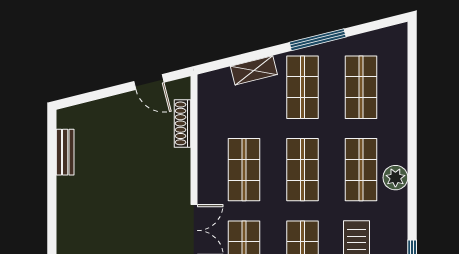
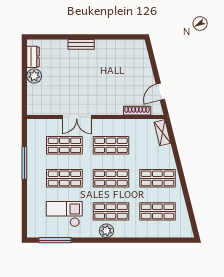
window: (318, 40) -> (184, 187), removed
shelving: (254, 70) -> (162, 133), moved
bench: (65, 152) -> (81, 44), moved

